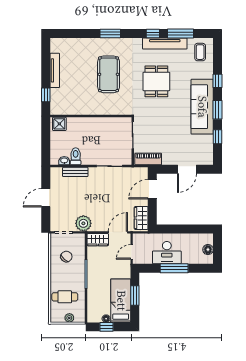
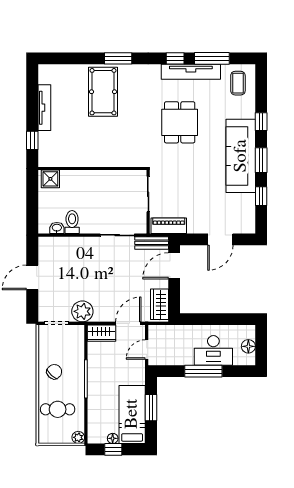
pool table: (109, 74) -> (103, 92), moved
bench: (75, 172) -> (152, 243), moved
desk: (167, 253) -> (213, 350), moved
chair: (66, 257) -> (54, 372), moved
plant: (69, 318) -> (78, 437), moved

